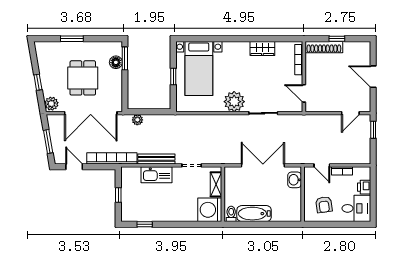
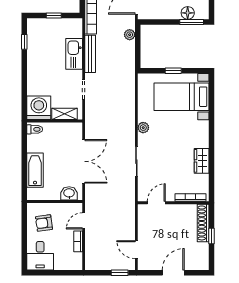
plant: (234, 102) -> (143, 128), width x0.53, depth x0.53
printer: (364, 187) -> (62, 264), removed
bathtub: (254, 214) -> (35, 170), moved

